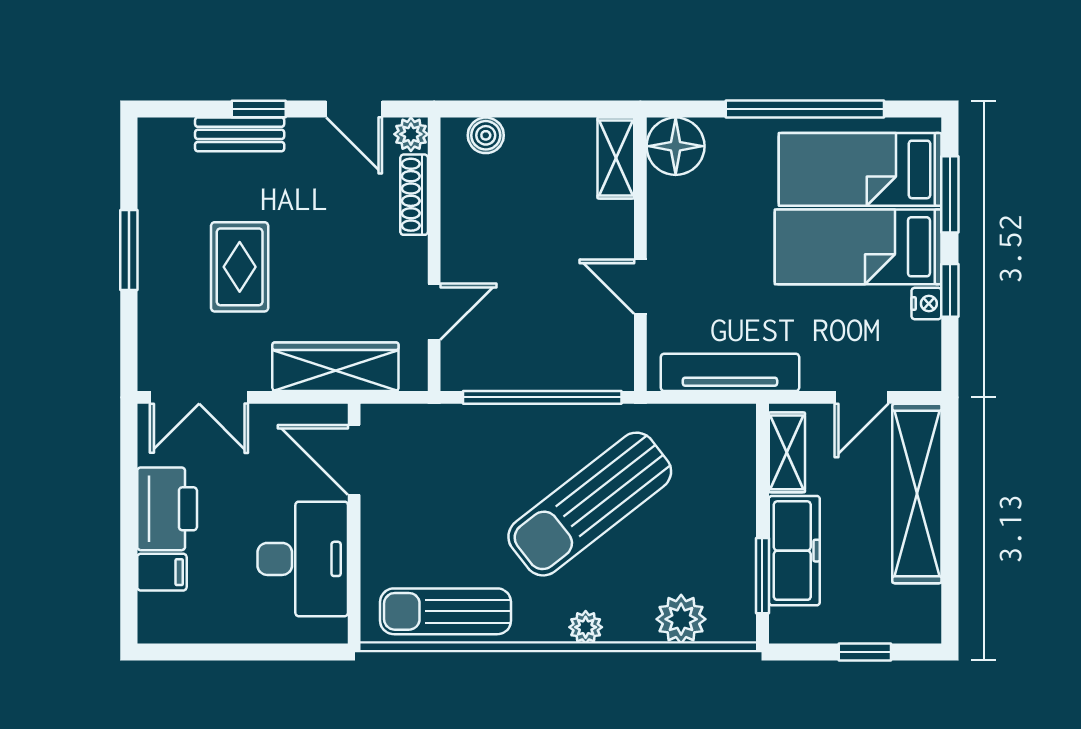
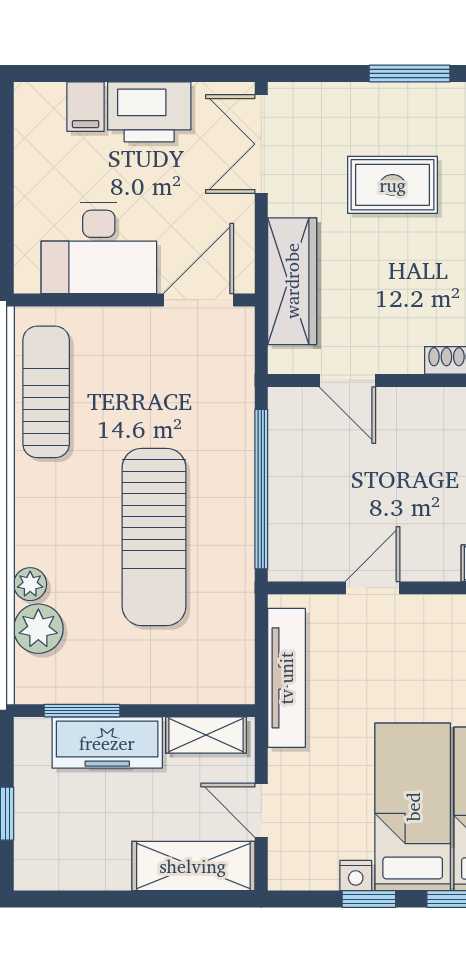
shelving: (917, 493) -> (193, 866), width x0.68
sun lounger: (590, 504) -> (154, 537), turned -142
plant: (586, 627) -> (30, 584), moved

